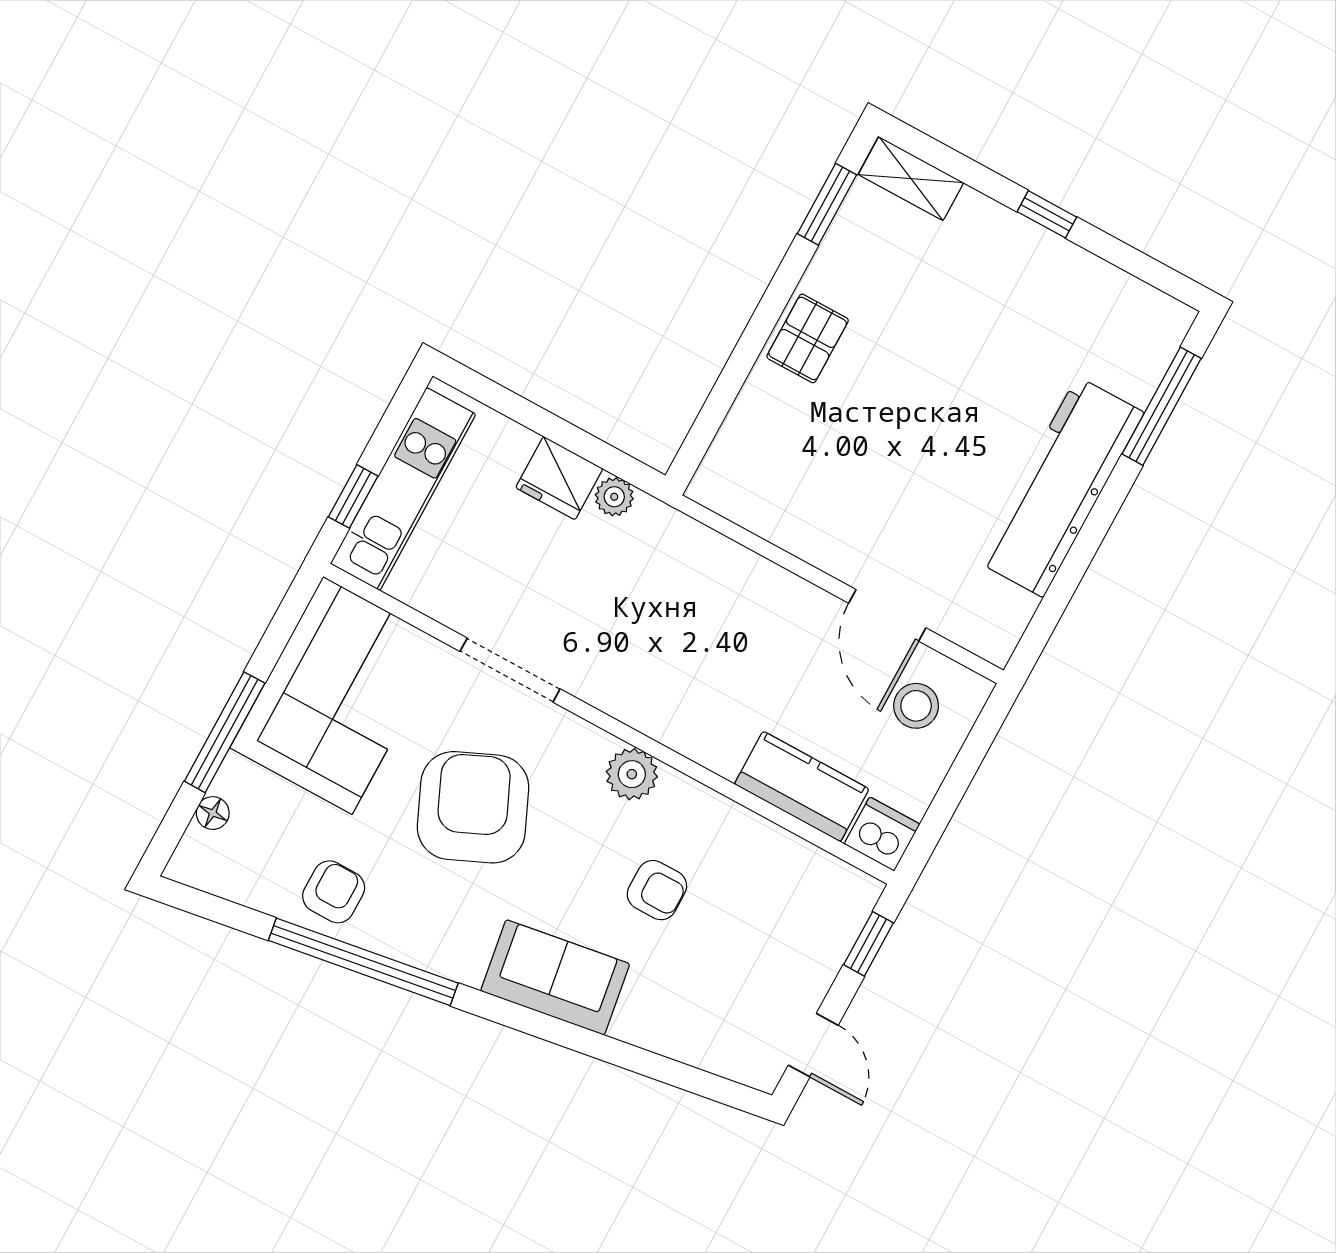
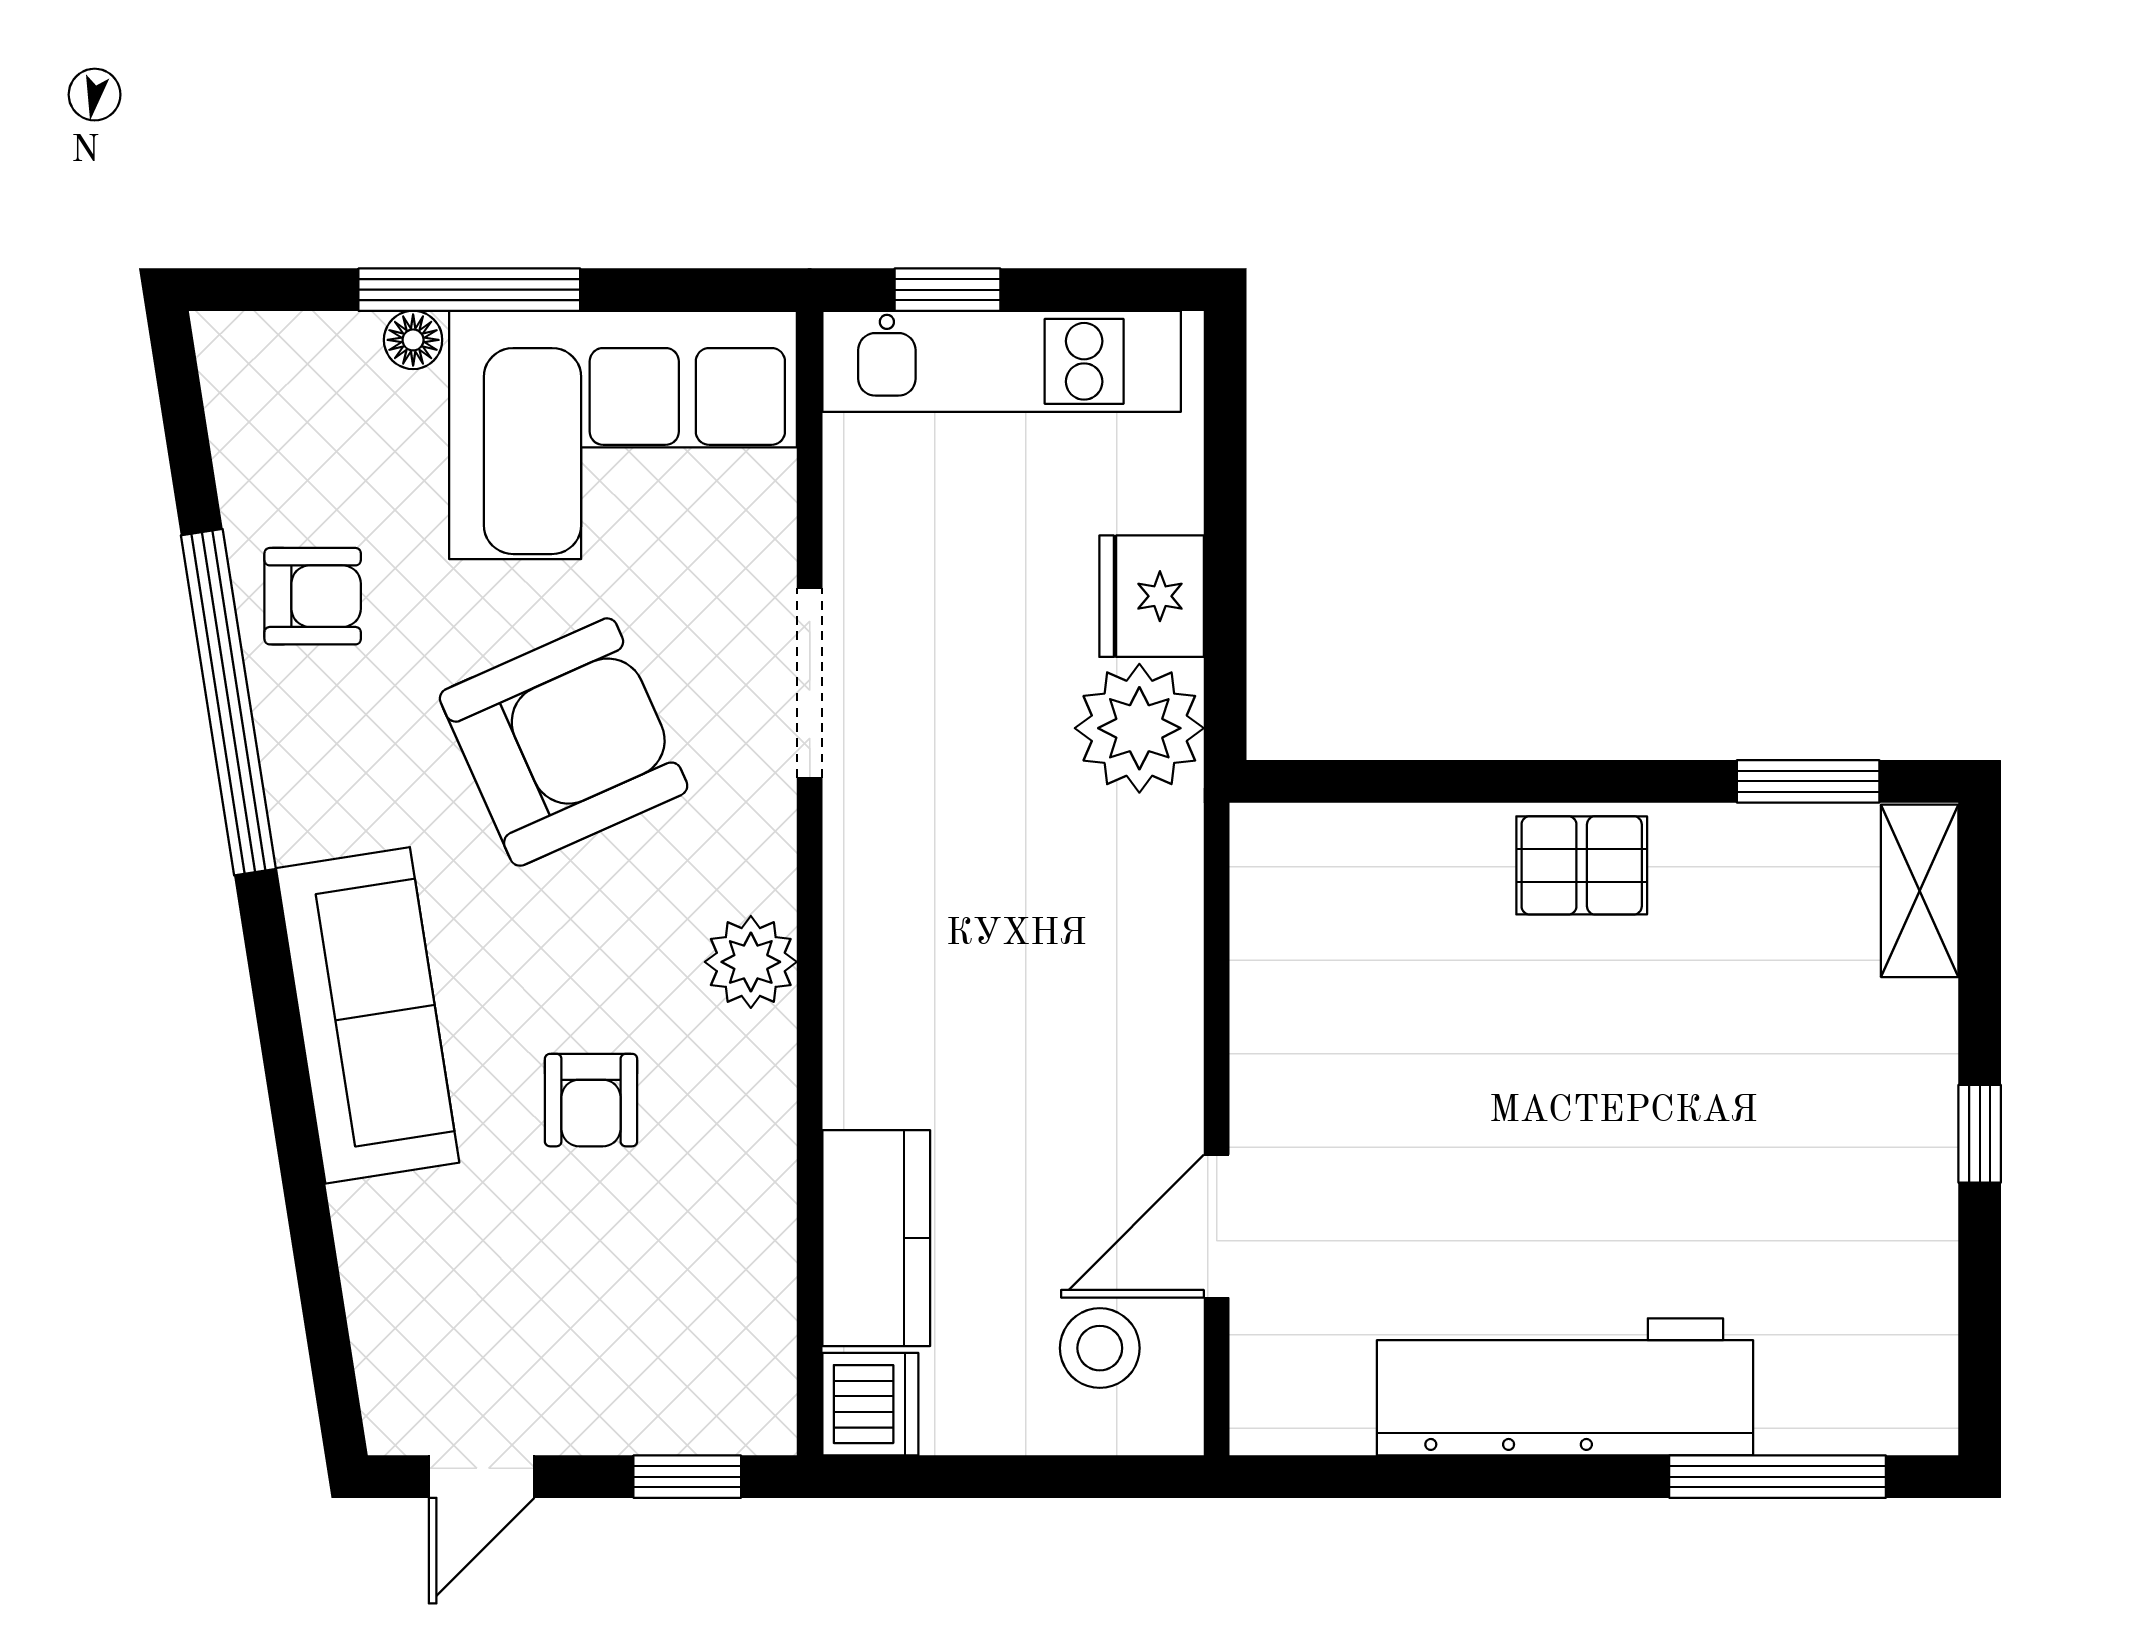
plant: (614, 497) -> (1139, 728), width x1.88, depth x1.88
floor lamp: (213, 813) -> (413, 340), moved
sofa: (555, 977) -> (368, 1015), width x1.36

